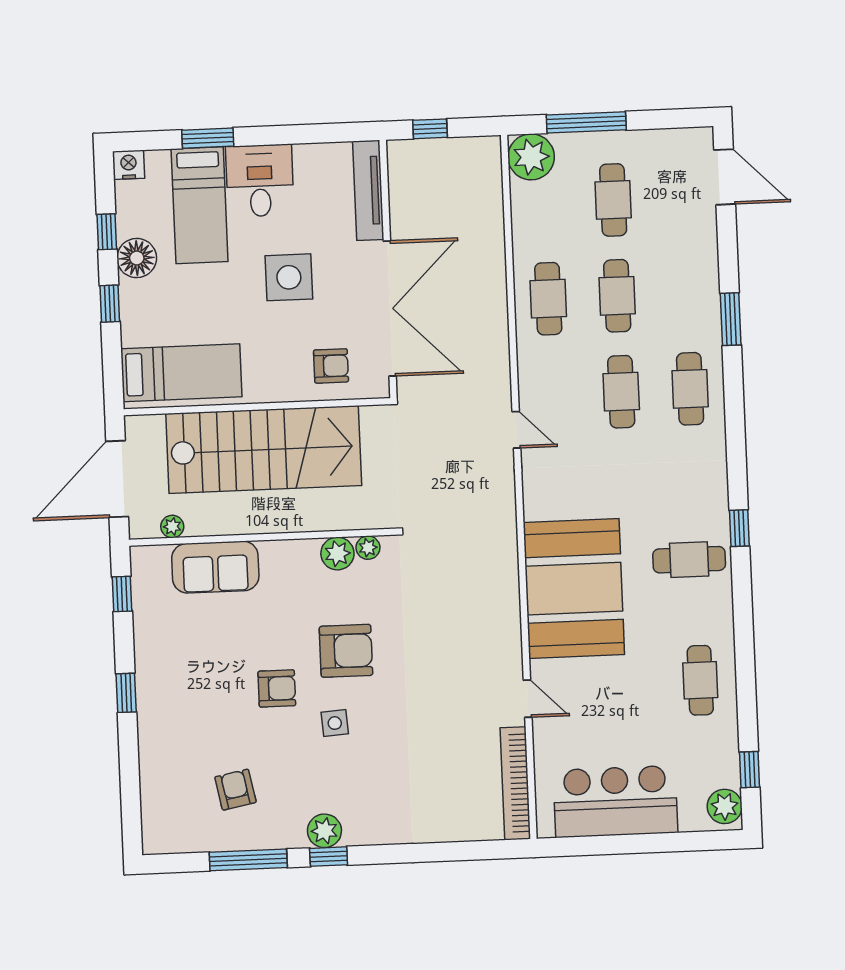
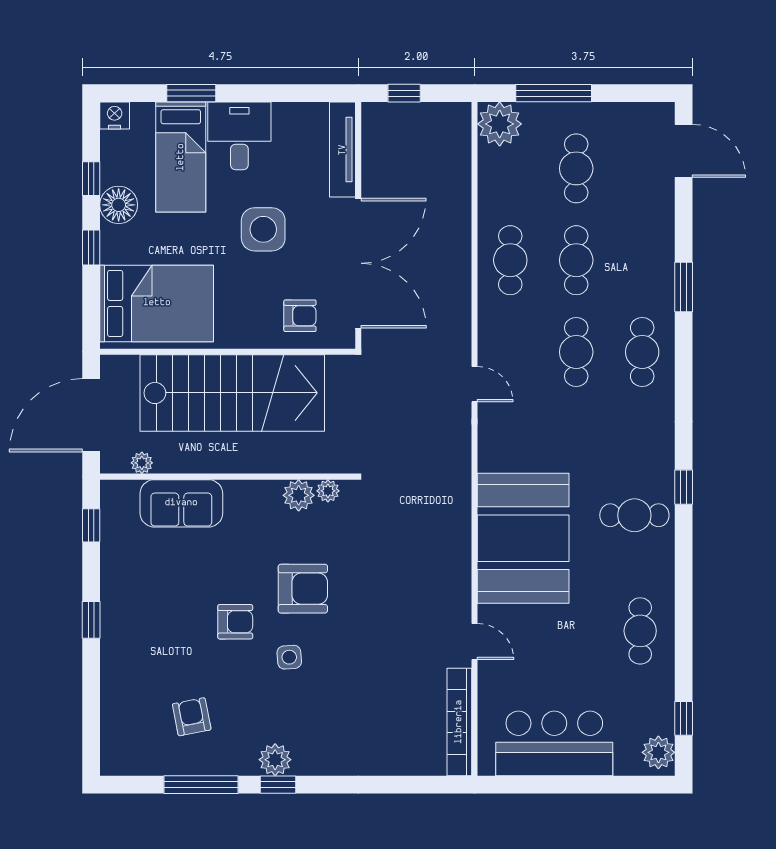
bed: (181, 373) -> (157, 303), width x1.50

